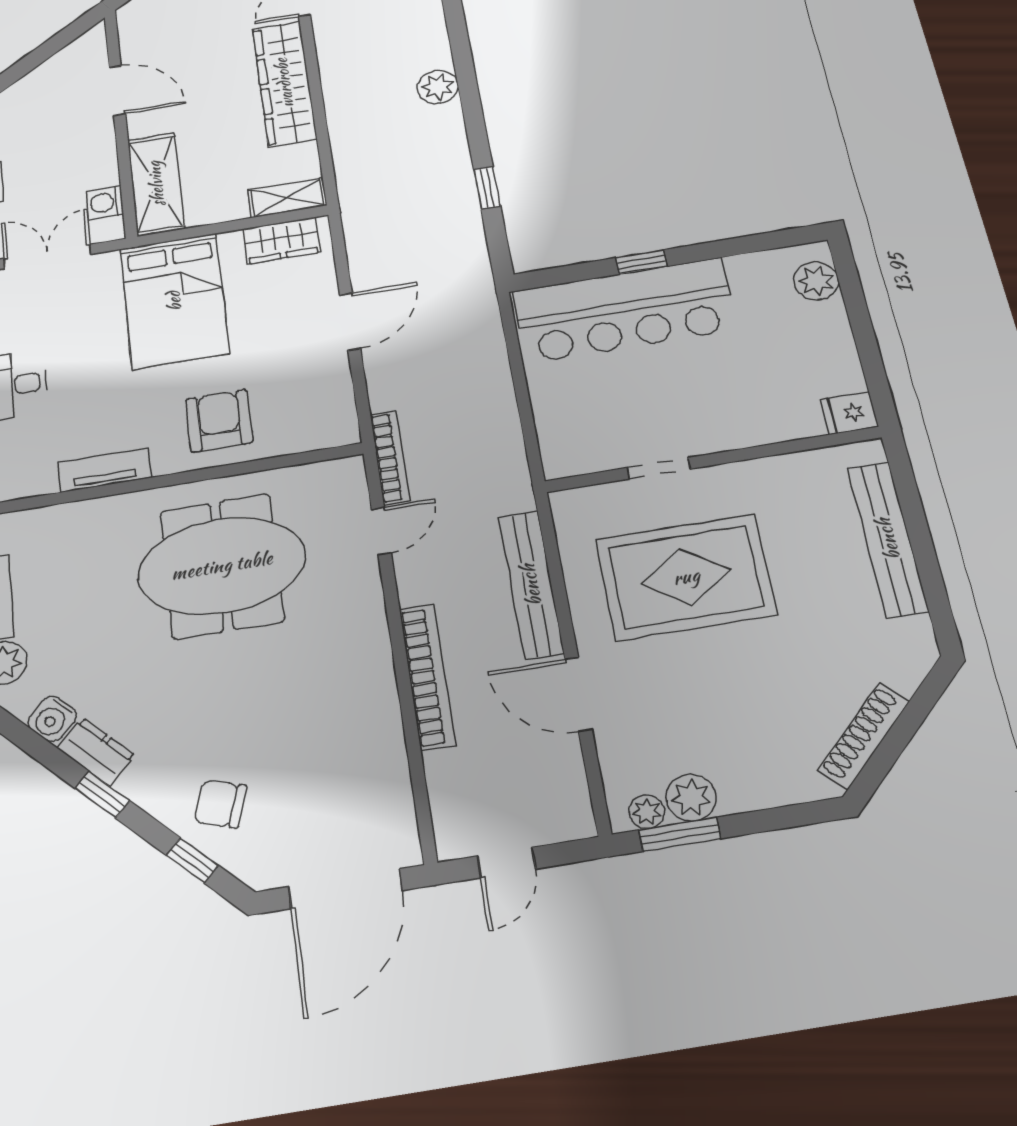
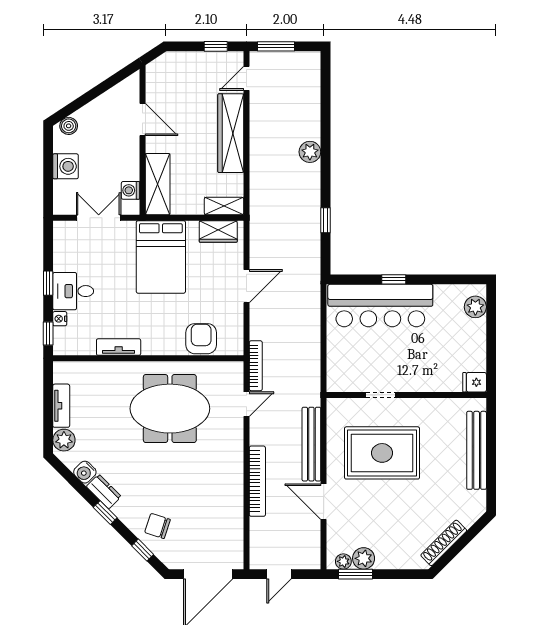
armchair: (219, 421) -> (201, 339), moved

